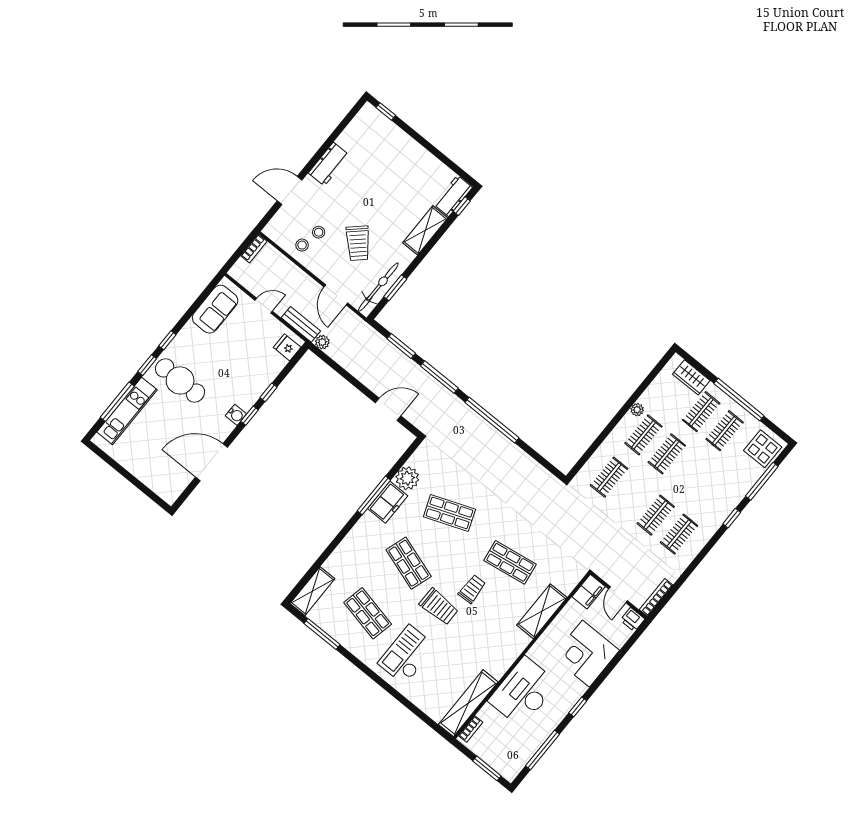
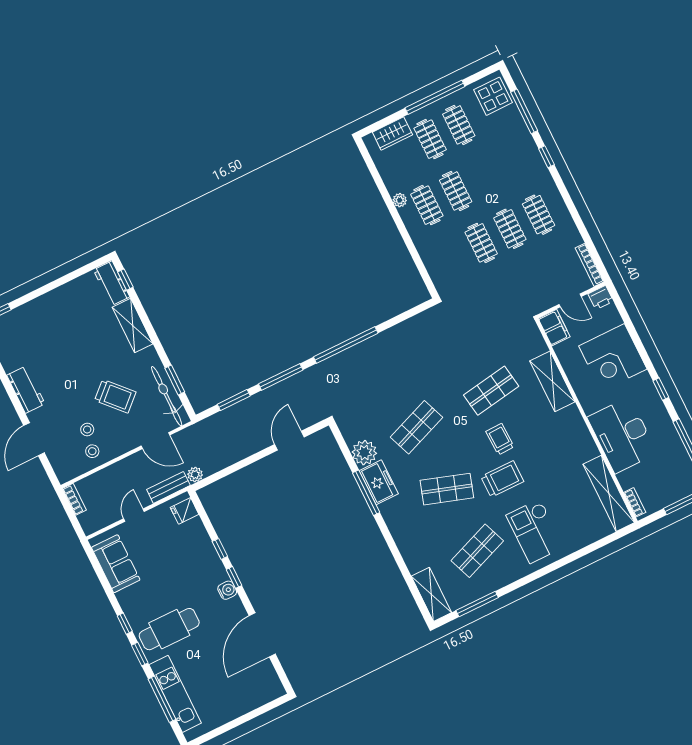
clothes rail: (609, 477) -> (481, 243), moved
shop shelf: (368, 613) -> (477, 551), turned -33

